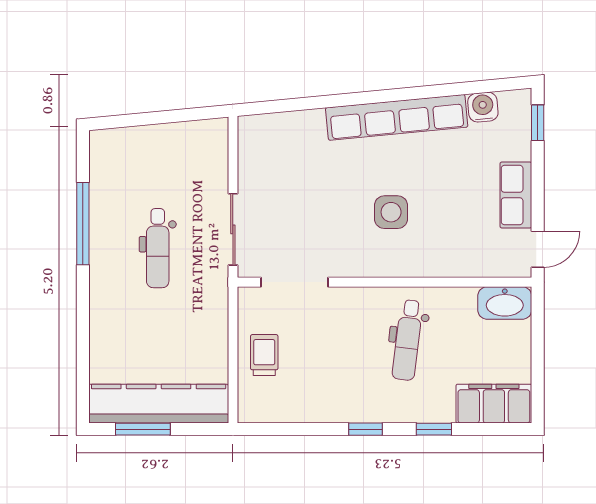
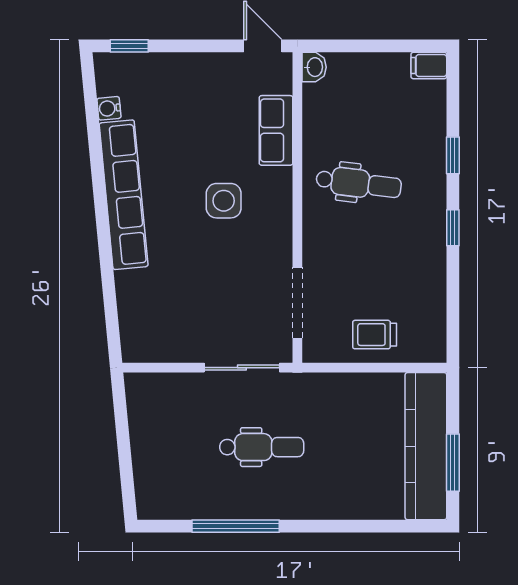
water cooler: (483, 107) -> (109, 108), width x0.72, depth x0.72
row of seats: (516, 195) -> (276, 130), moved, turned 90
washbasin: (505, 303) -> (314, 67), width x0.52, depth x0.69
filing cabinet: (494, 404) -> (429, 65), width x0.33, depth x0.86

